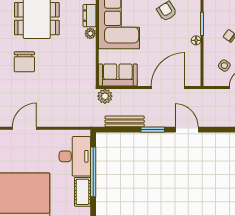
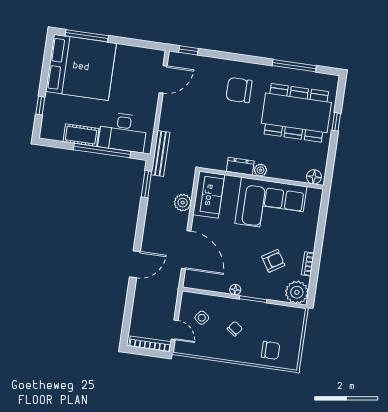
dresser: (90, 16) -> (240, 166), moved
plant: (105, 96) -> (183, 203), moved
bench: (125, 121) -> (160, 154), moved
door: (24, 128) -> (163, 79), hinge flipped
window: (153, 130) -> (146, 184), moved

